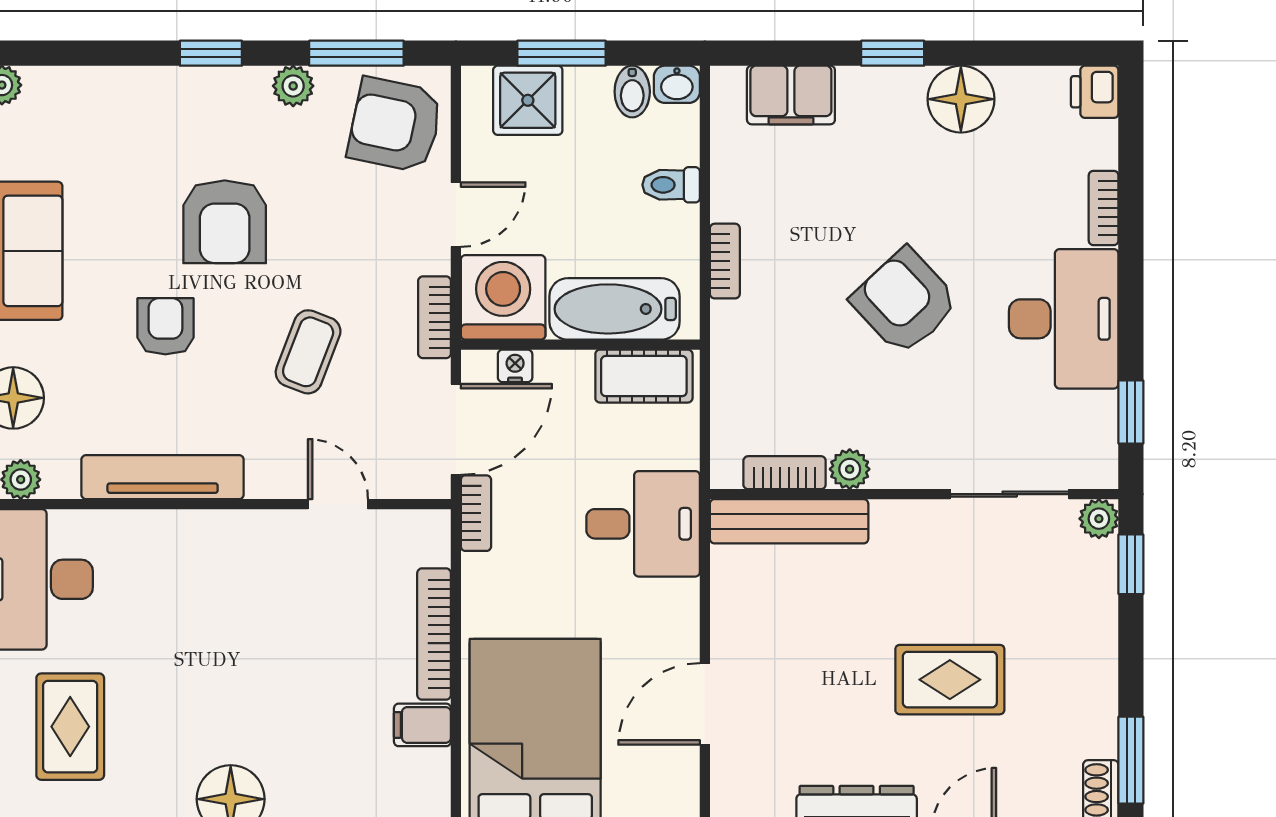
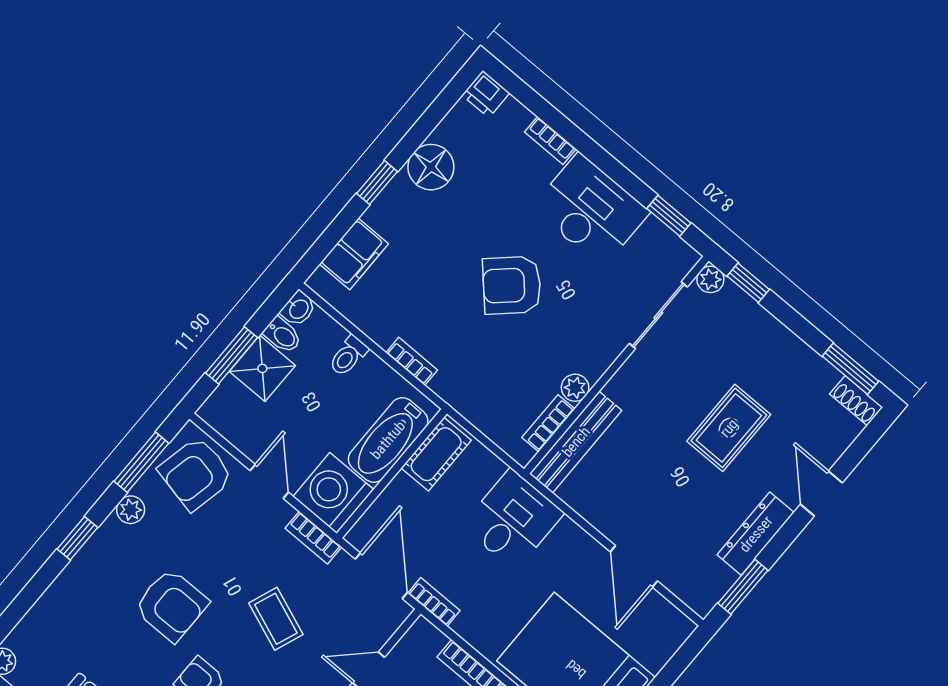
shower: (528, 100) -> (262, 368), moved
nightstand: (515, 366) -> (374, 517), removed

